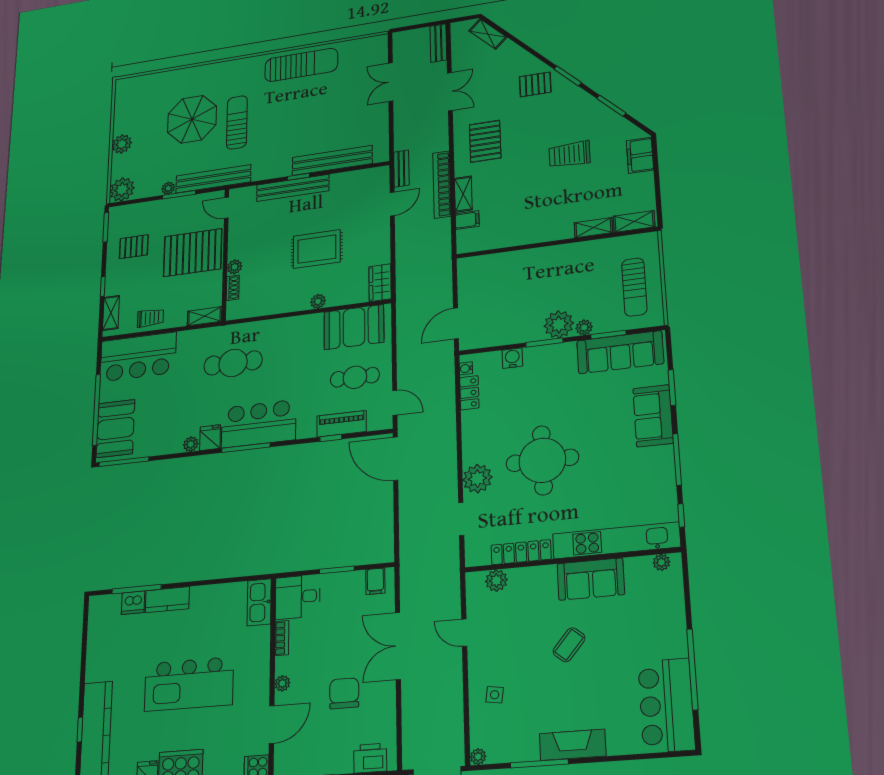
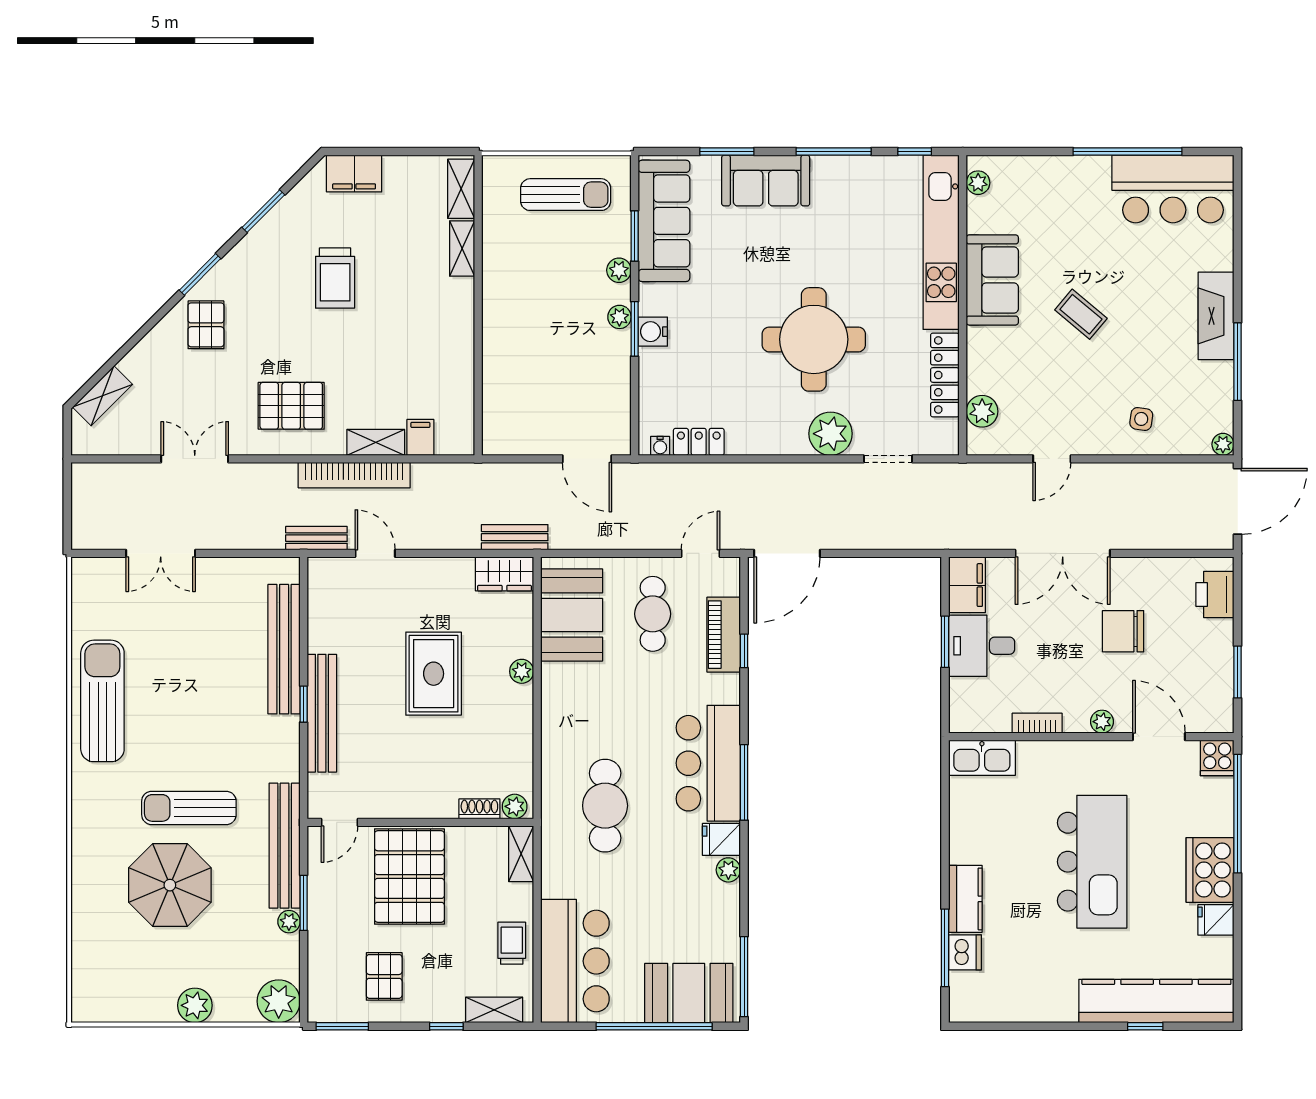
bench: (438, 43) -> (515, 537), moved
plant: (235, 267) -> (515, 806), moved
plant: (559, 324) -> (619, 317), width x0.53, depth x0.53
water cooler: (512, 358) -> (653, 332), moved
filing cabinet: (375, 581) -> (967, 585), width x2.00
desk: (298, 597) -> (982, 646), moved, turned 90

